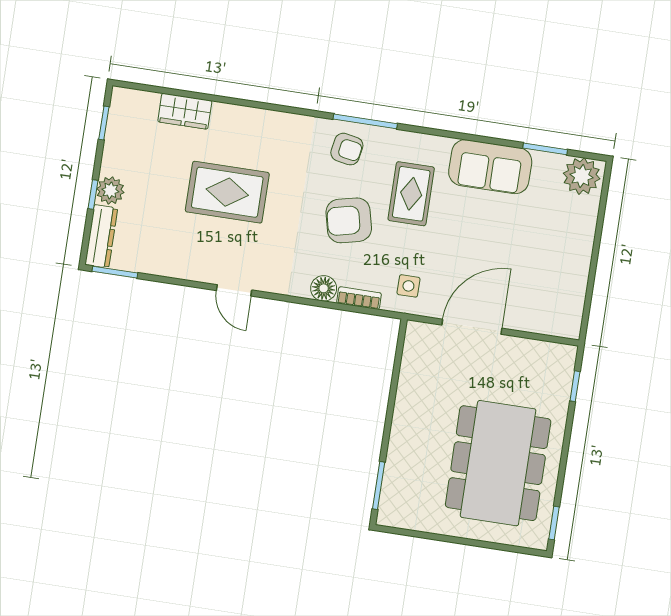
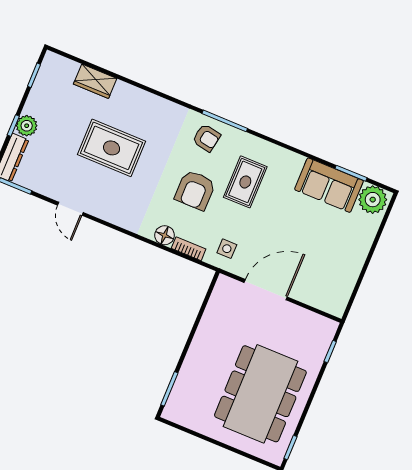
sofa: (490, 167) -> (329, 185), moved
armchair: (349, 220) -> (195, 190), turned -77
door: (234, 290) -> (70, 209), moved

